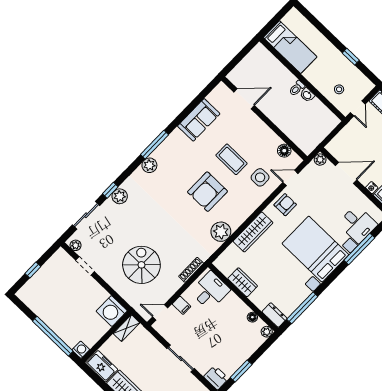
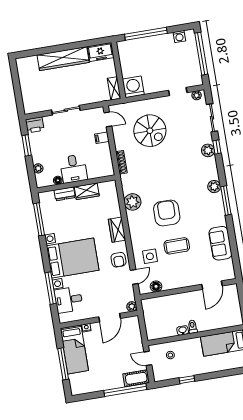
wardrobe: (253, 232) -> (117, 230), width x0.67
window: (33, 270) -> (201, 54), width x3.17
desk: (210, 291) -> (74, 169), moved
door: (160, 312) -> (108, 119), hinge flipped
dresser: (275, 315) -> (65, 194), moved
plant: (267, 332) -> (38, 168), moved
washing machine: (81, 350) -> (179, 37), moved

